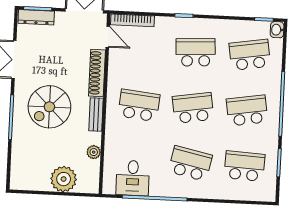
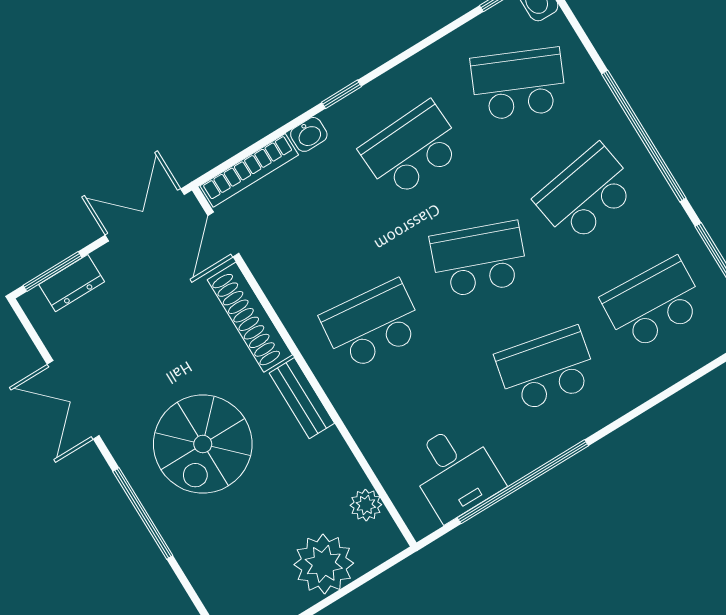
dresser: (36, 17) -> (72, 283), width x0.70
washbasin: (162, 22) -> (309, 134), added
door: (108, 37) -> (223, 235), swing flipped
school desk: (250, 55) -> (518, 84), turned 33
school desk: (193, 108) -> (479, 259), turned 30
plant: (94, 152) -> (366, 505), moved

